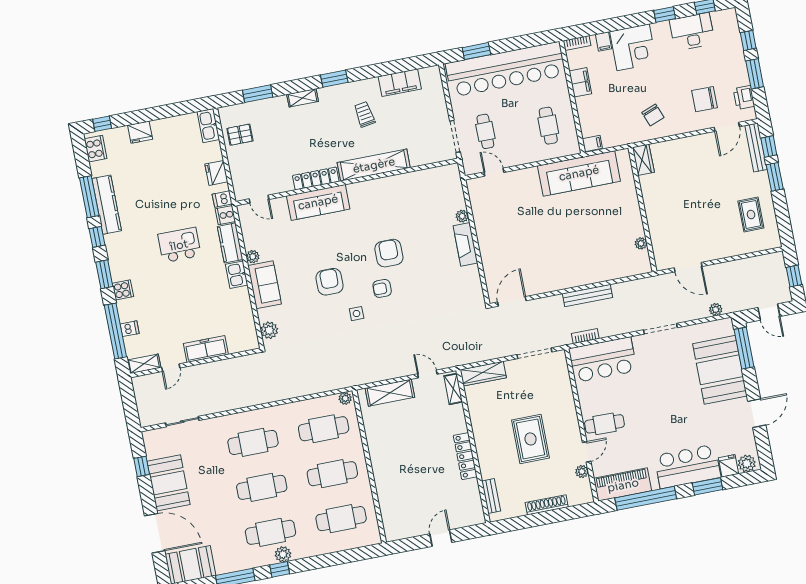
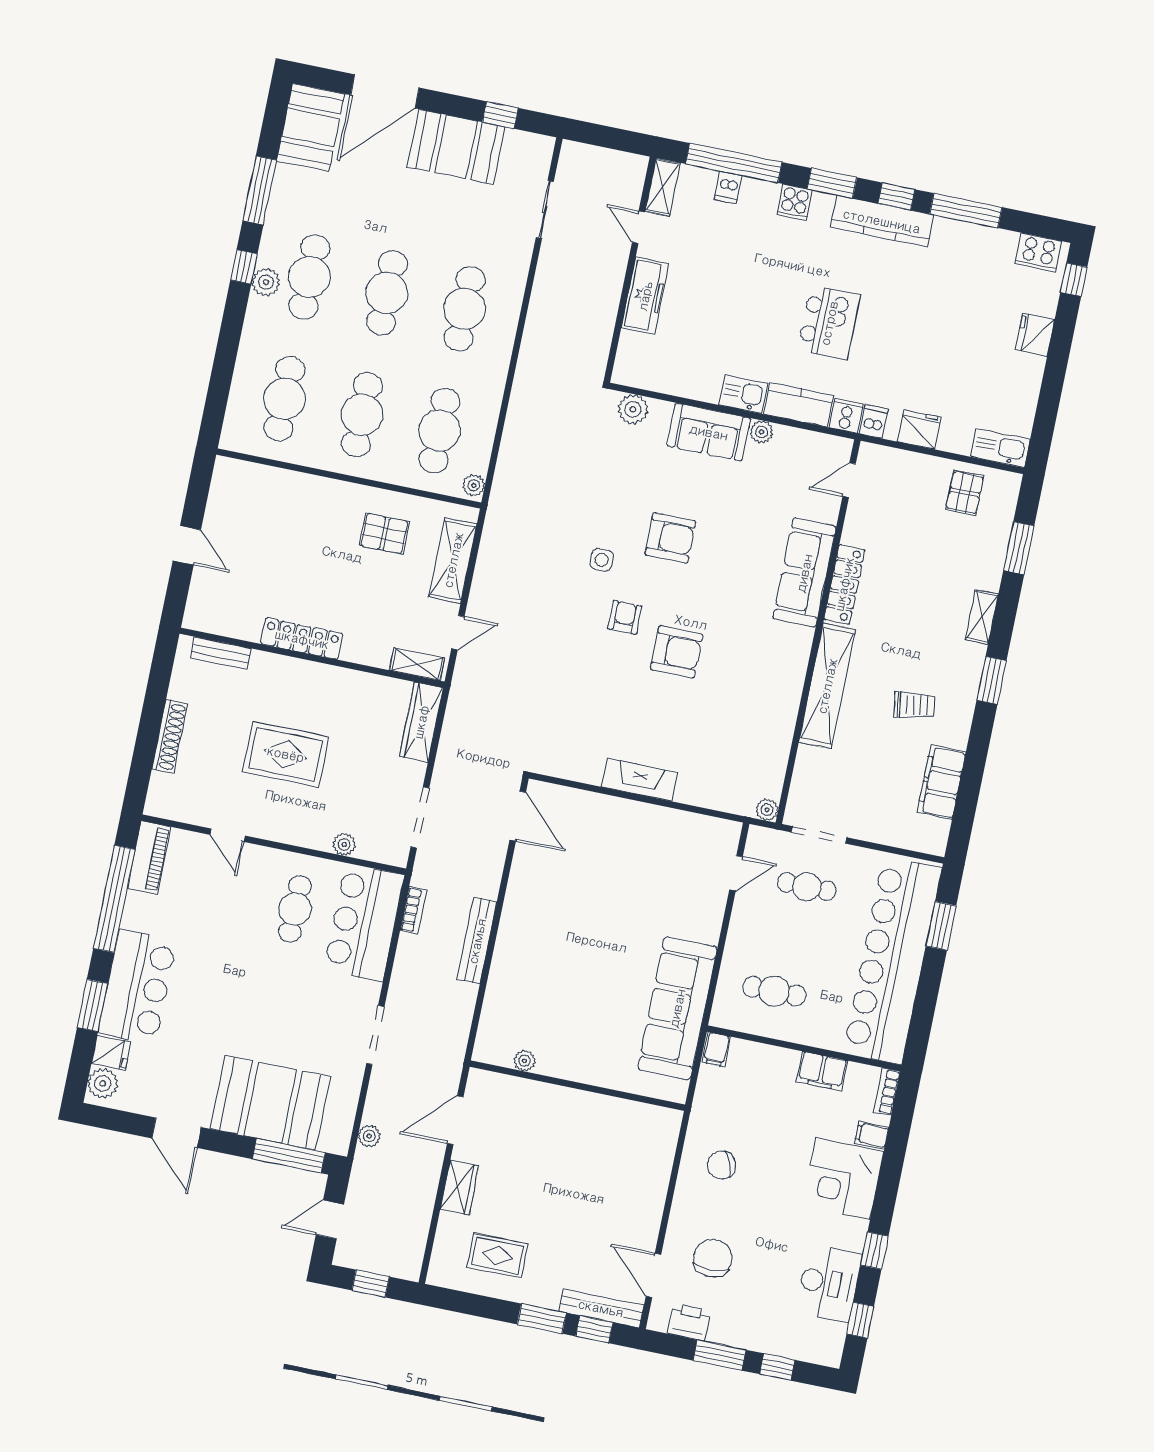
wardrobe: (643, 160) -> (460, 1187), moved, turned -90
kitchen counter: (107, 205) -> (882, 221), moved
plant: (462, 216) -> (767, 810), moved
cafe table: (604, 424) -> (295, 909), moved
pallet: (391, 435) -> (384, 534), added
plant: (582, 472) -> (344, 844), moved
piano: (623, 485) -> (149, 858), width x0.73, depth x0.75

